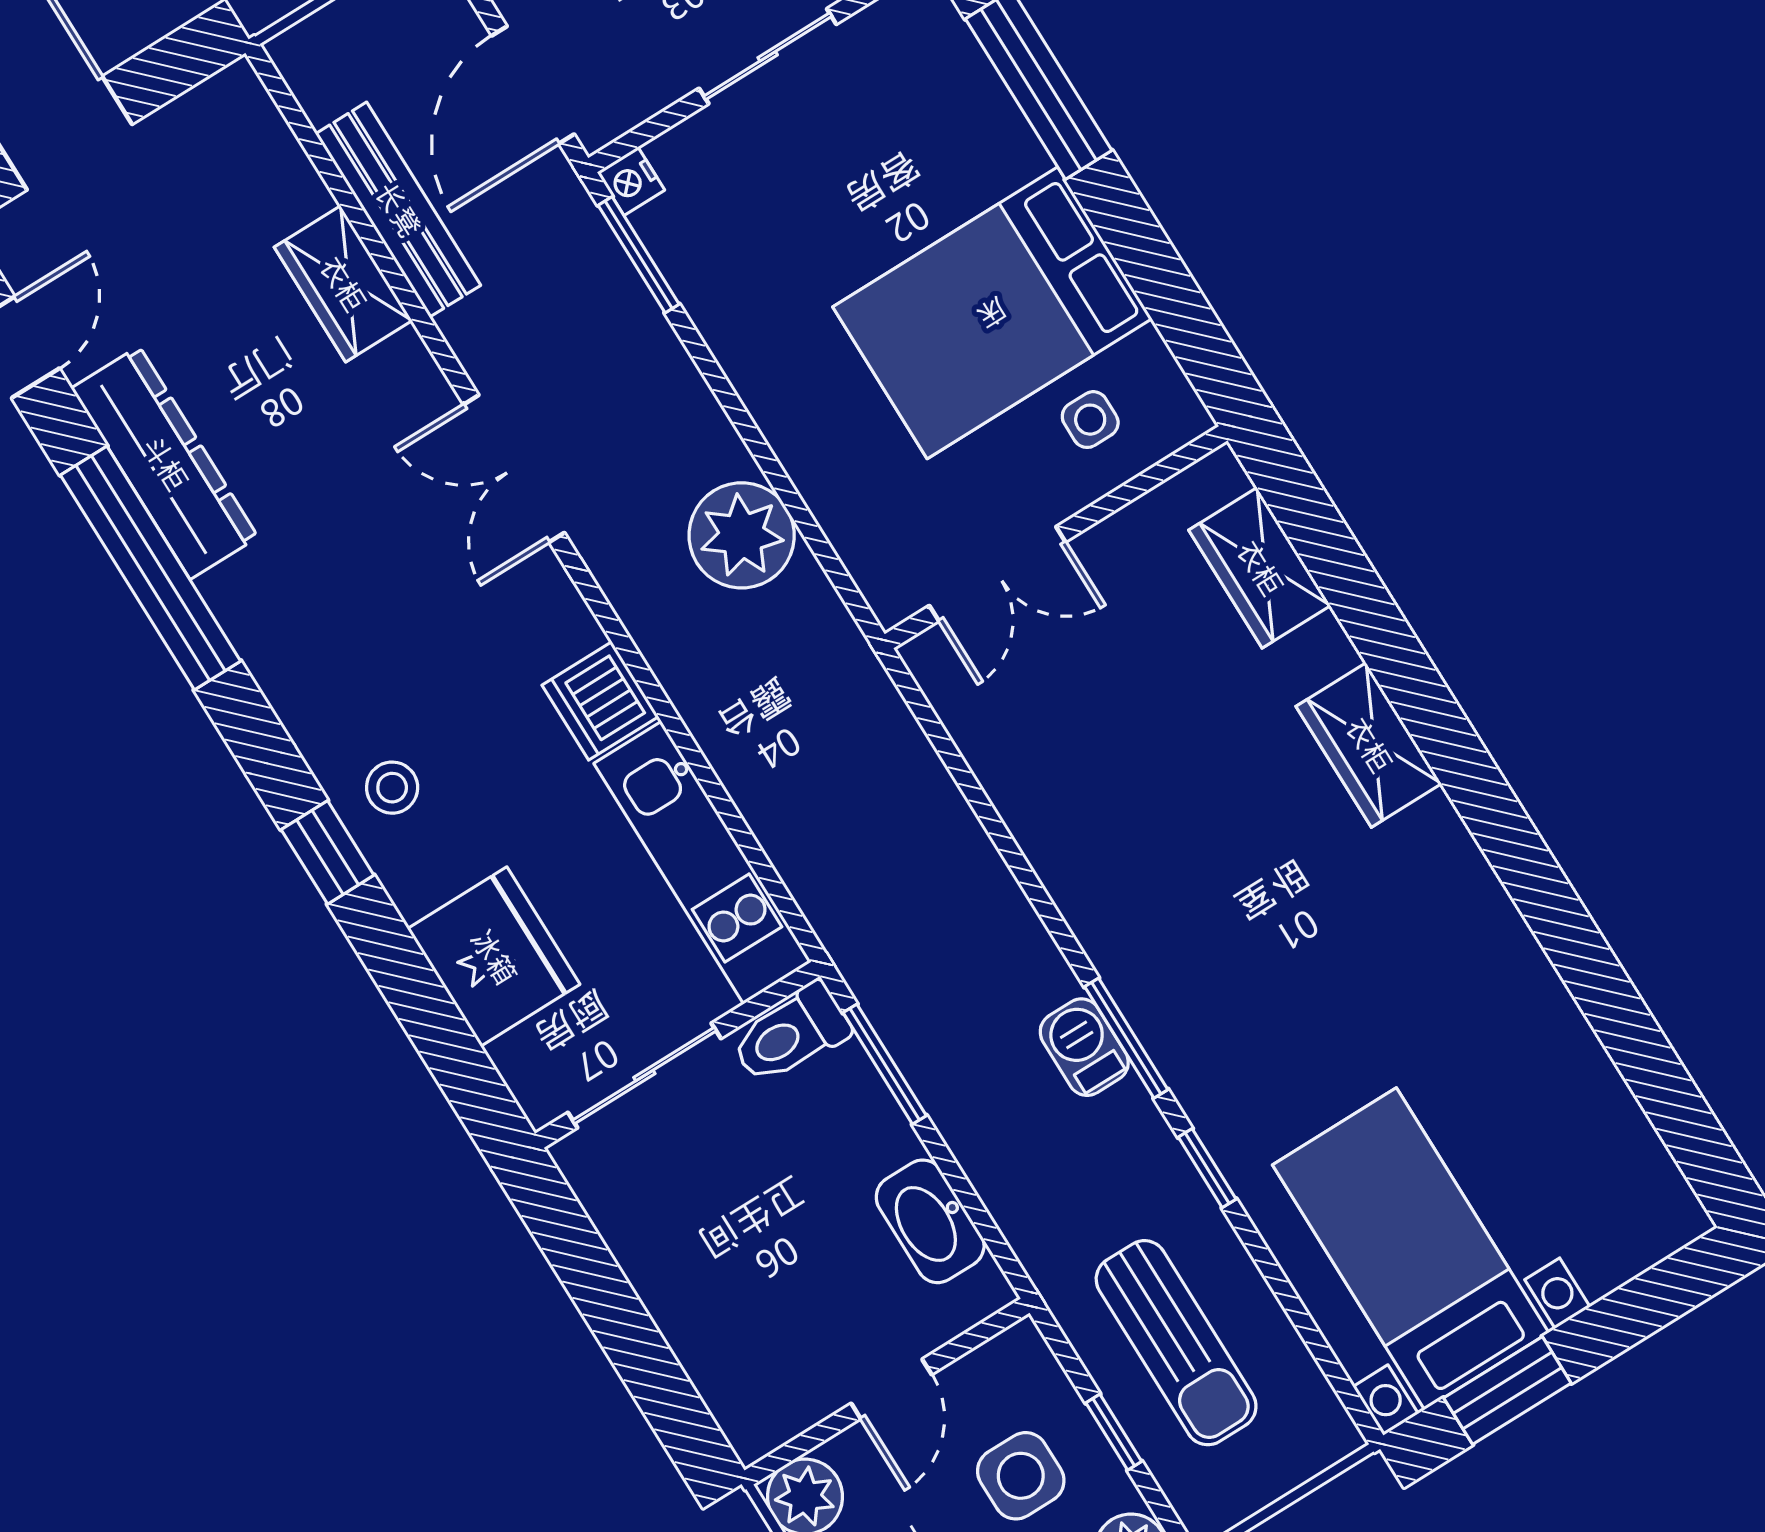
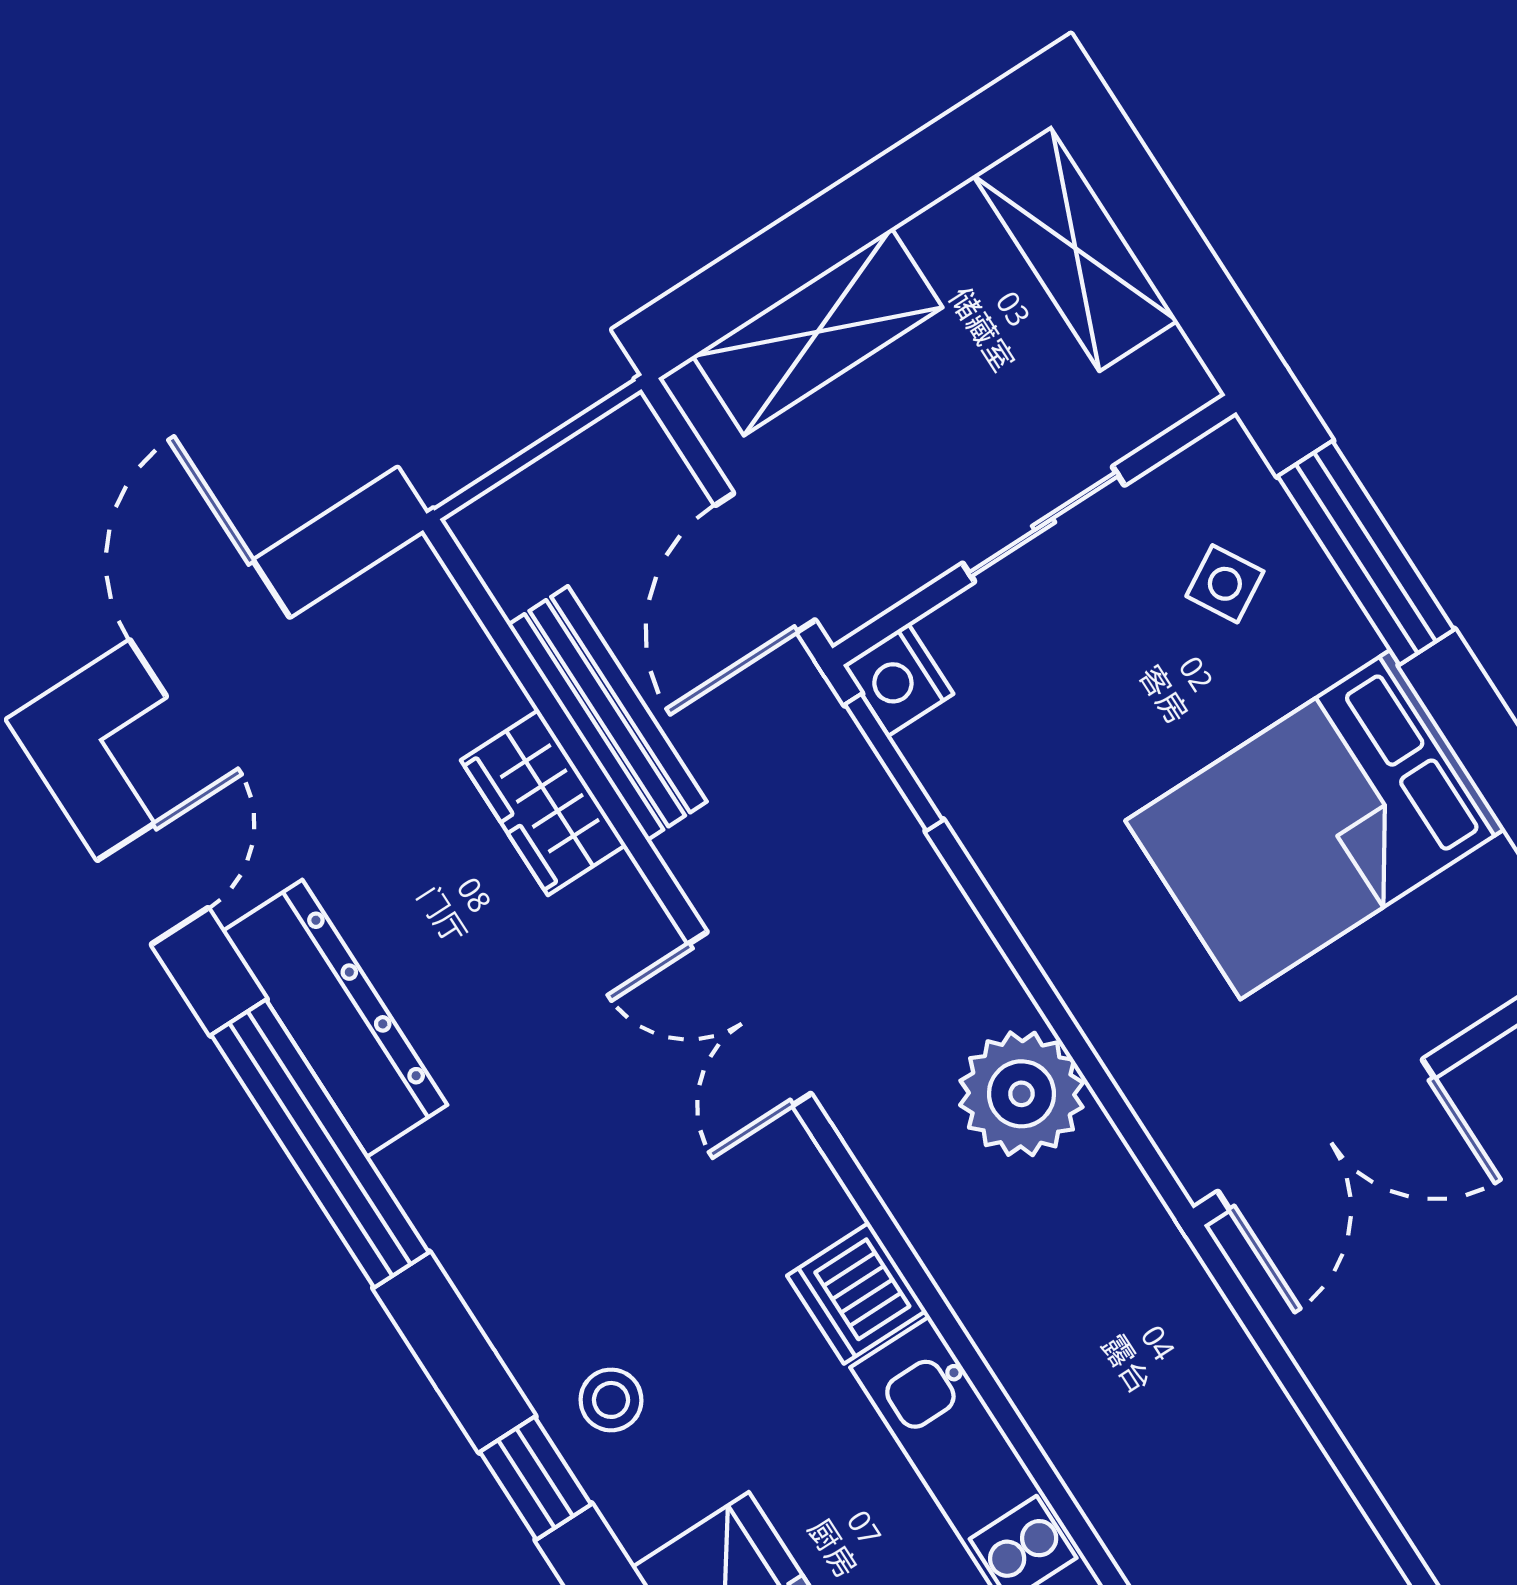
nightstand: (631, 181) -> (898, 680), width x1.39, depth x1.35
side table: (1090, 420) -> (1225, 584), moved, turned -30
double door: (997, 574) -> (1326, 1135), width x1.37

